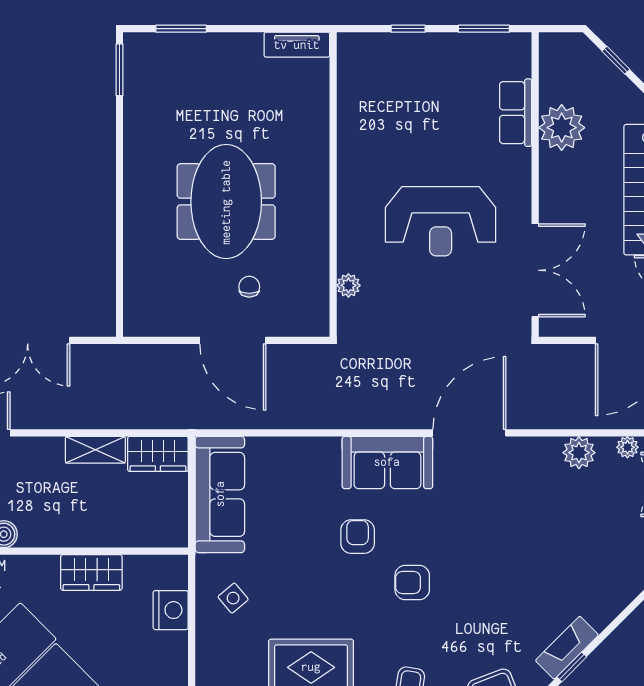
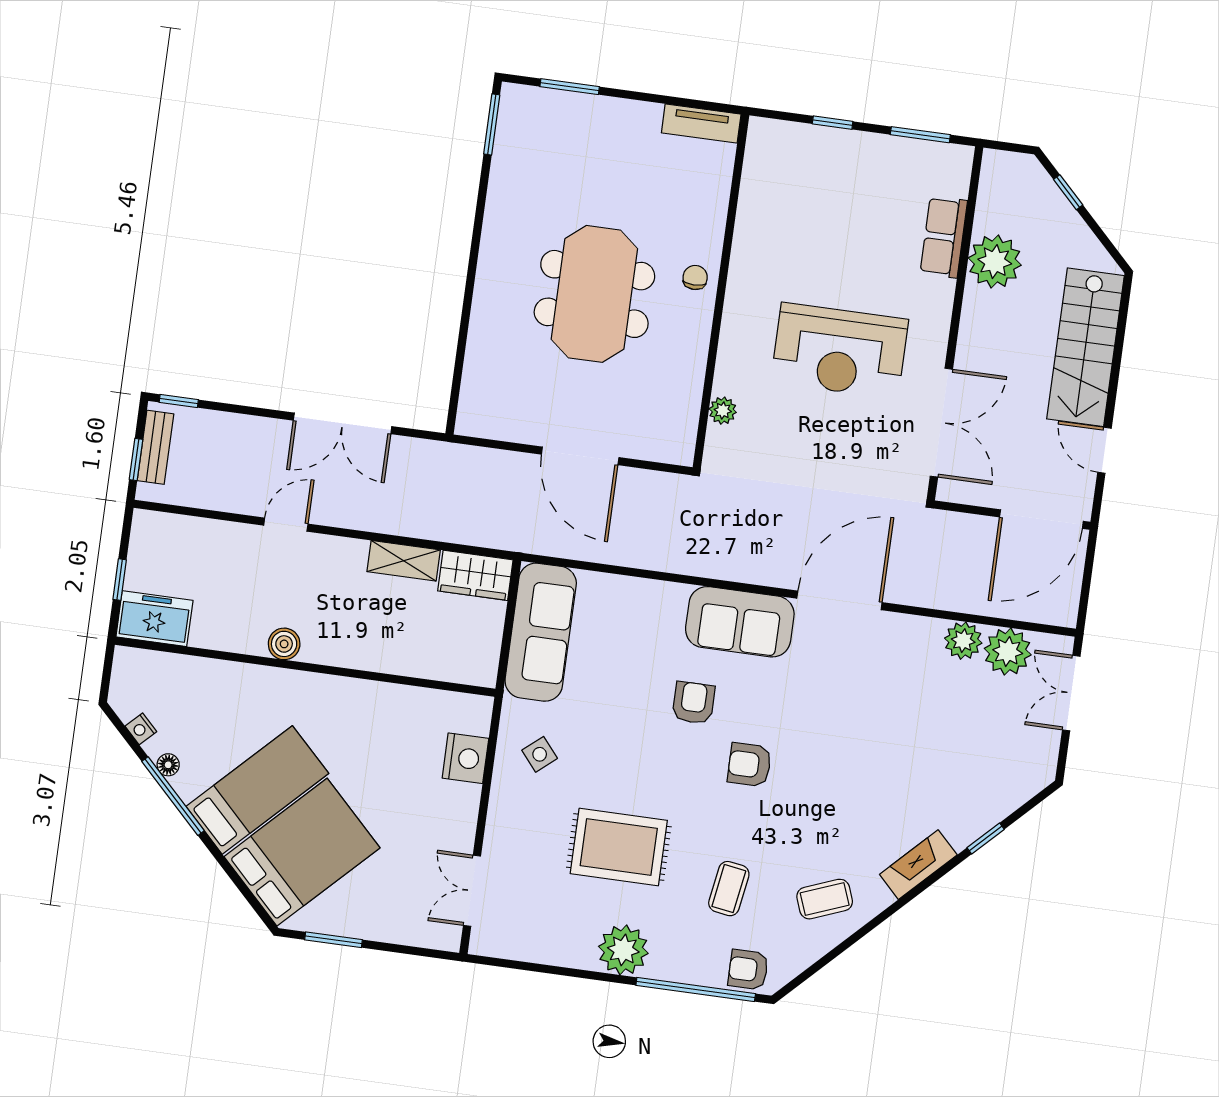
chair: (249, 287) -> (695, 278), moved
plant: (627, 447) -> (1008, 652), width x1.88, depth x1.88
wardrobe: (91, 572) -> (380, 702), removed
window: (572, 667) -> (986, 839), moved

